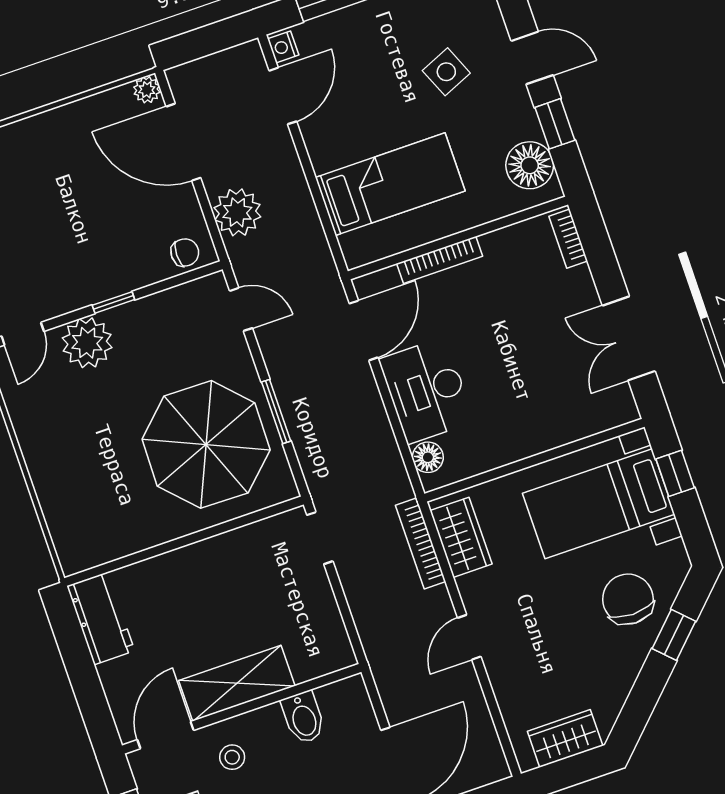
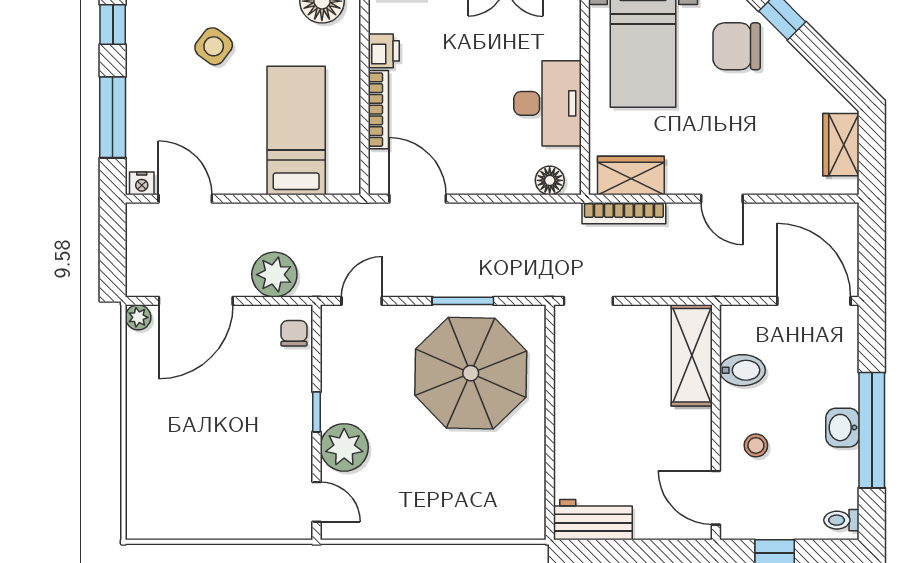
side table: (446, 72) -> (214, 46), turned -30
printer: (501, 245) -> (384, 51), added
desk: (426, 390) -> (548, 103), moved, turned -90
shelving: (237, 683) -> (692, 355), moved

